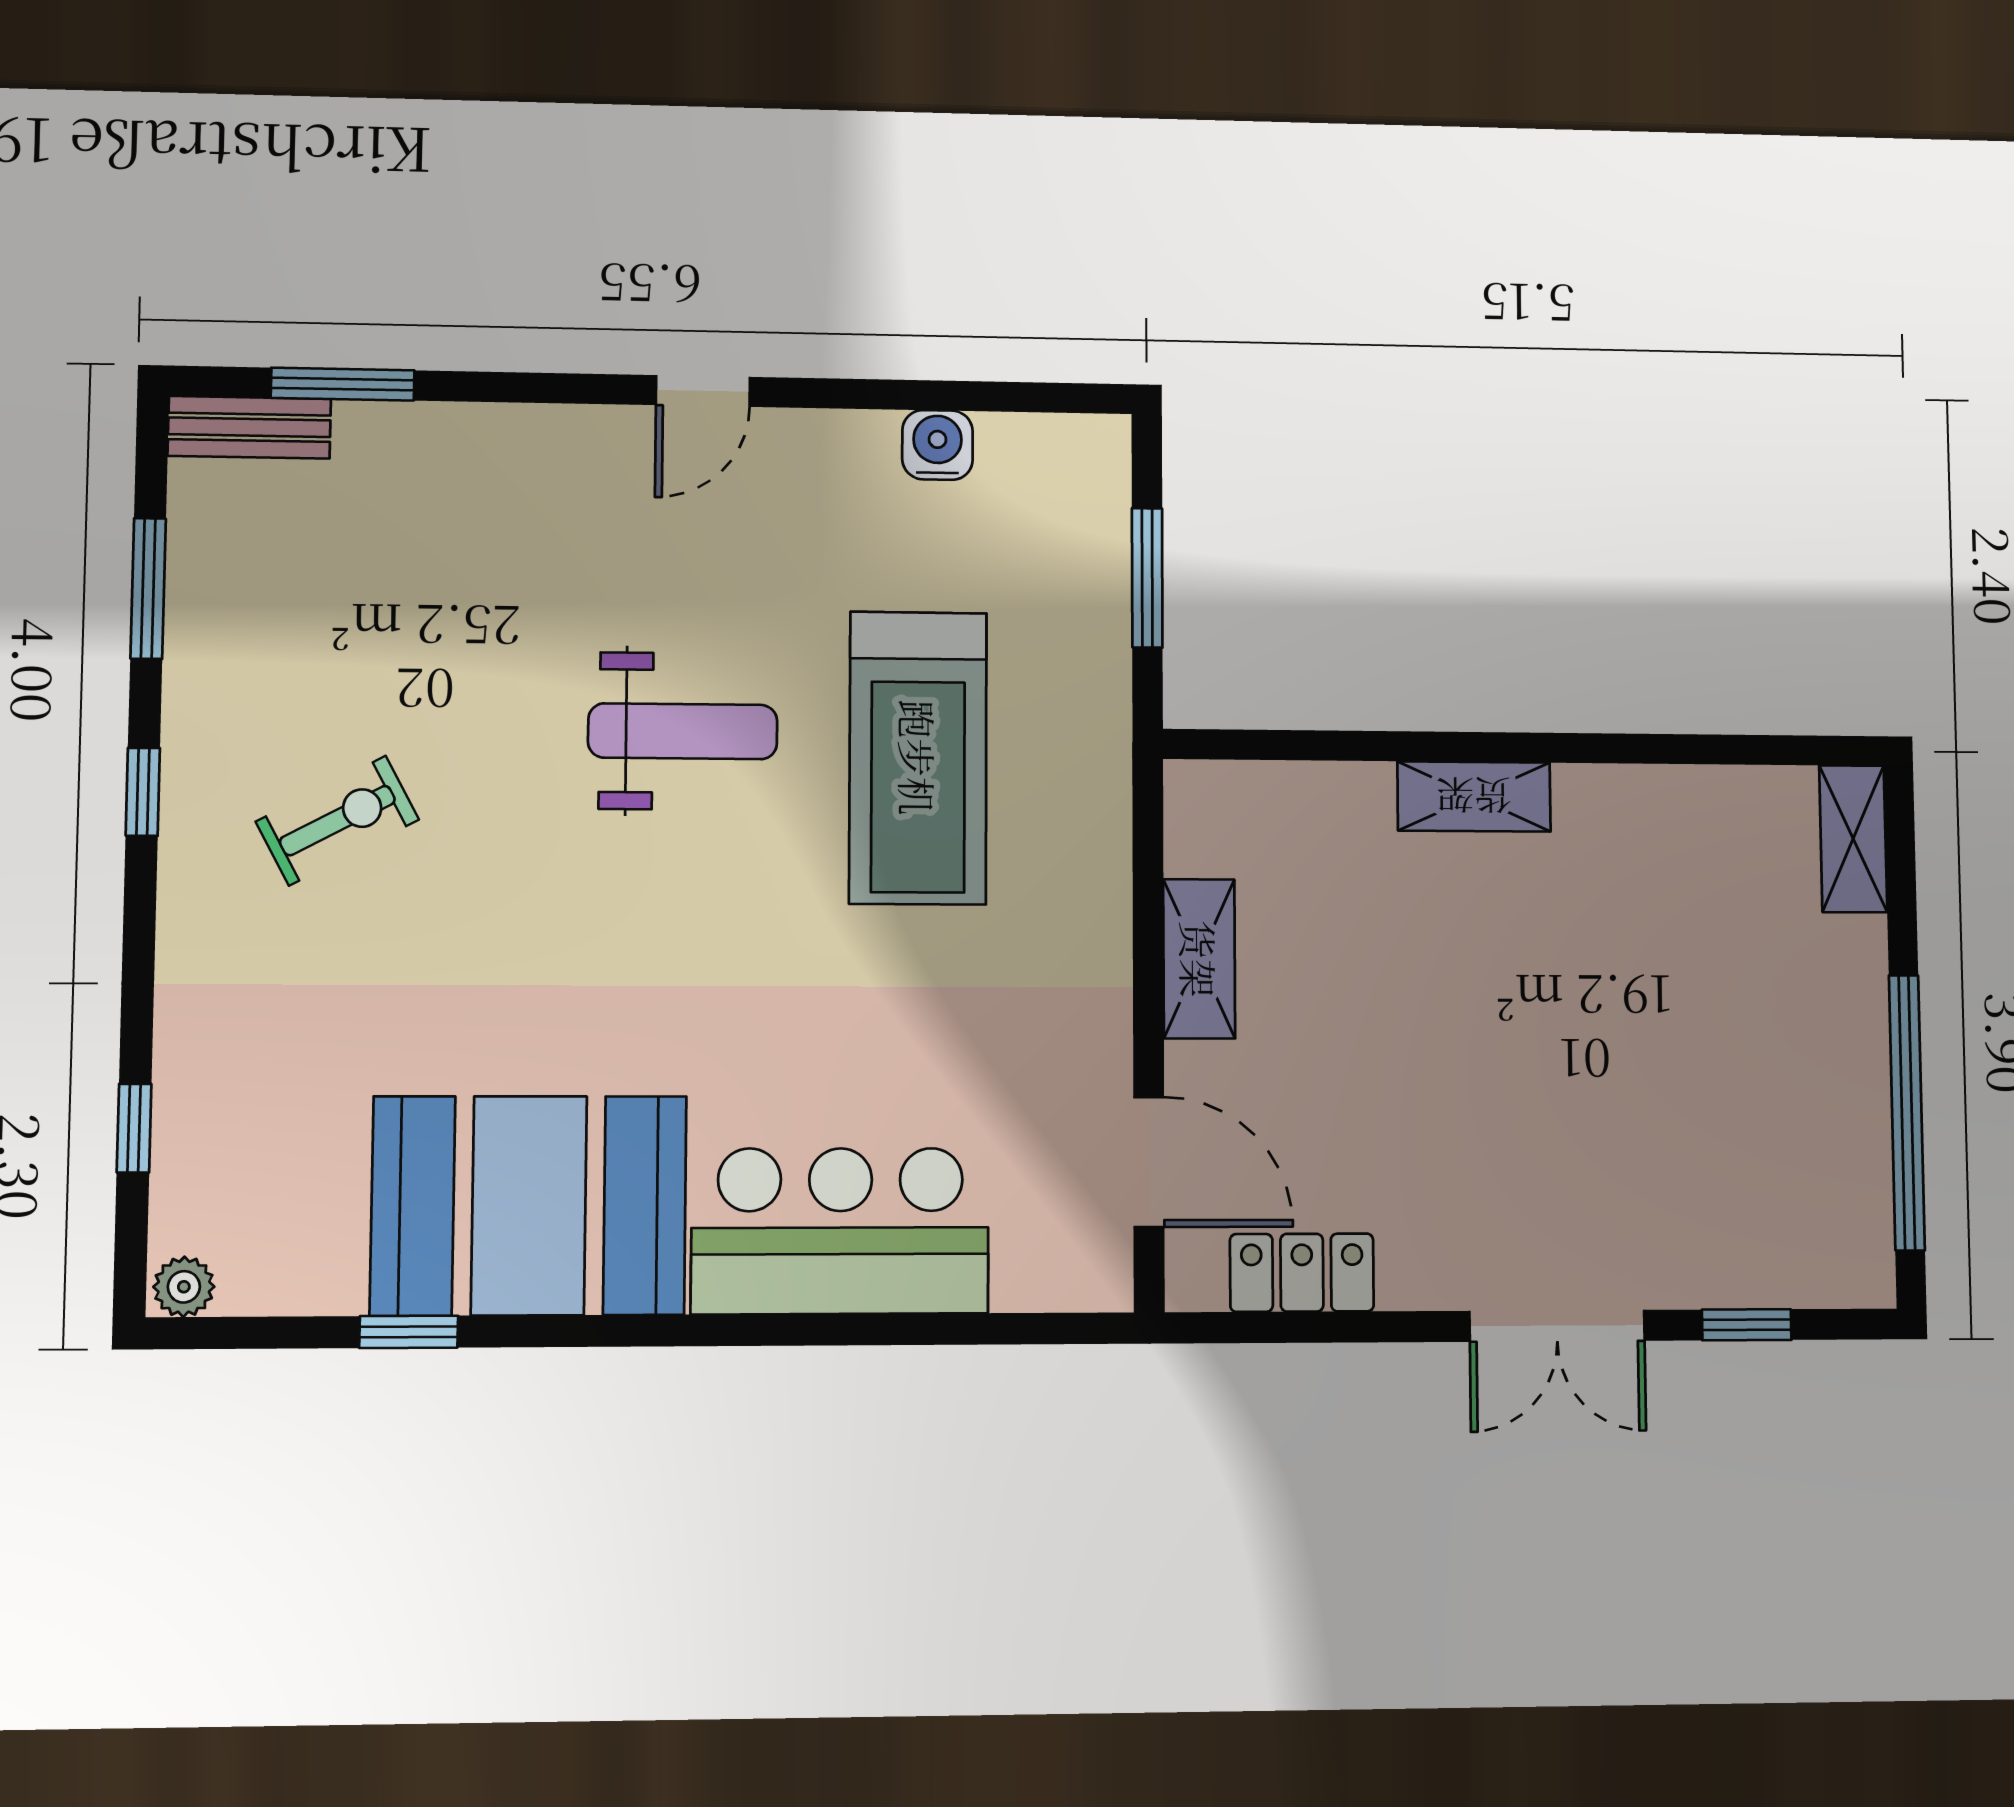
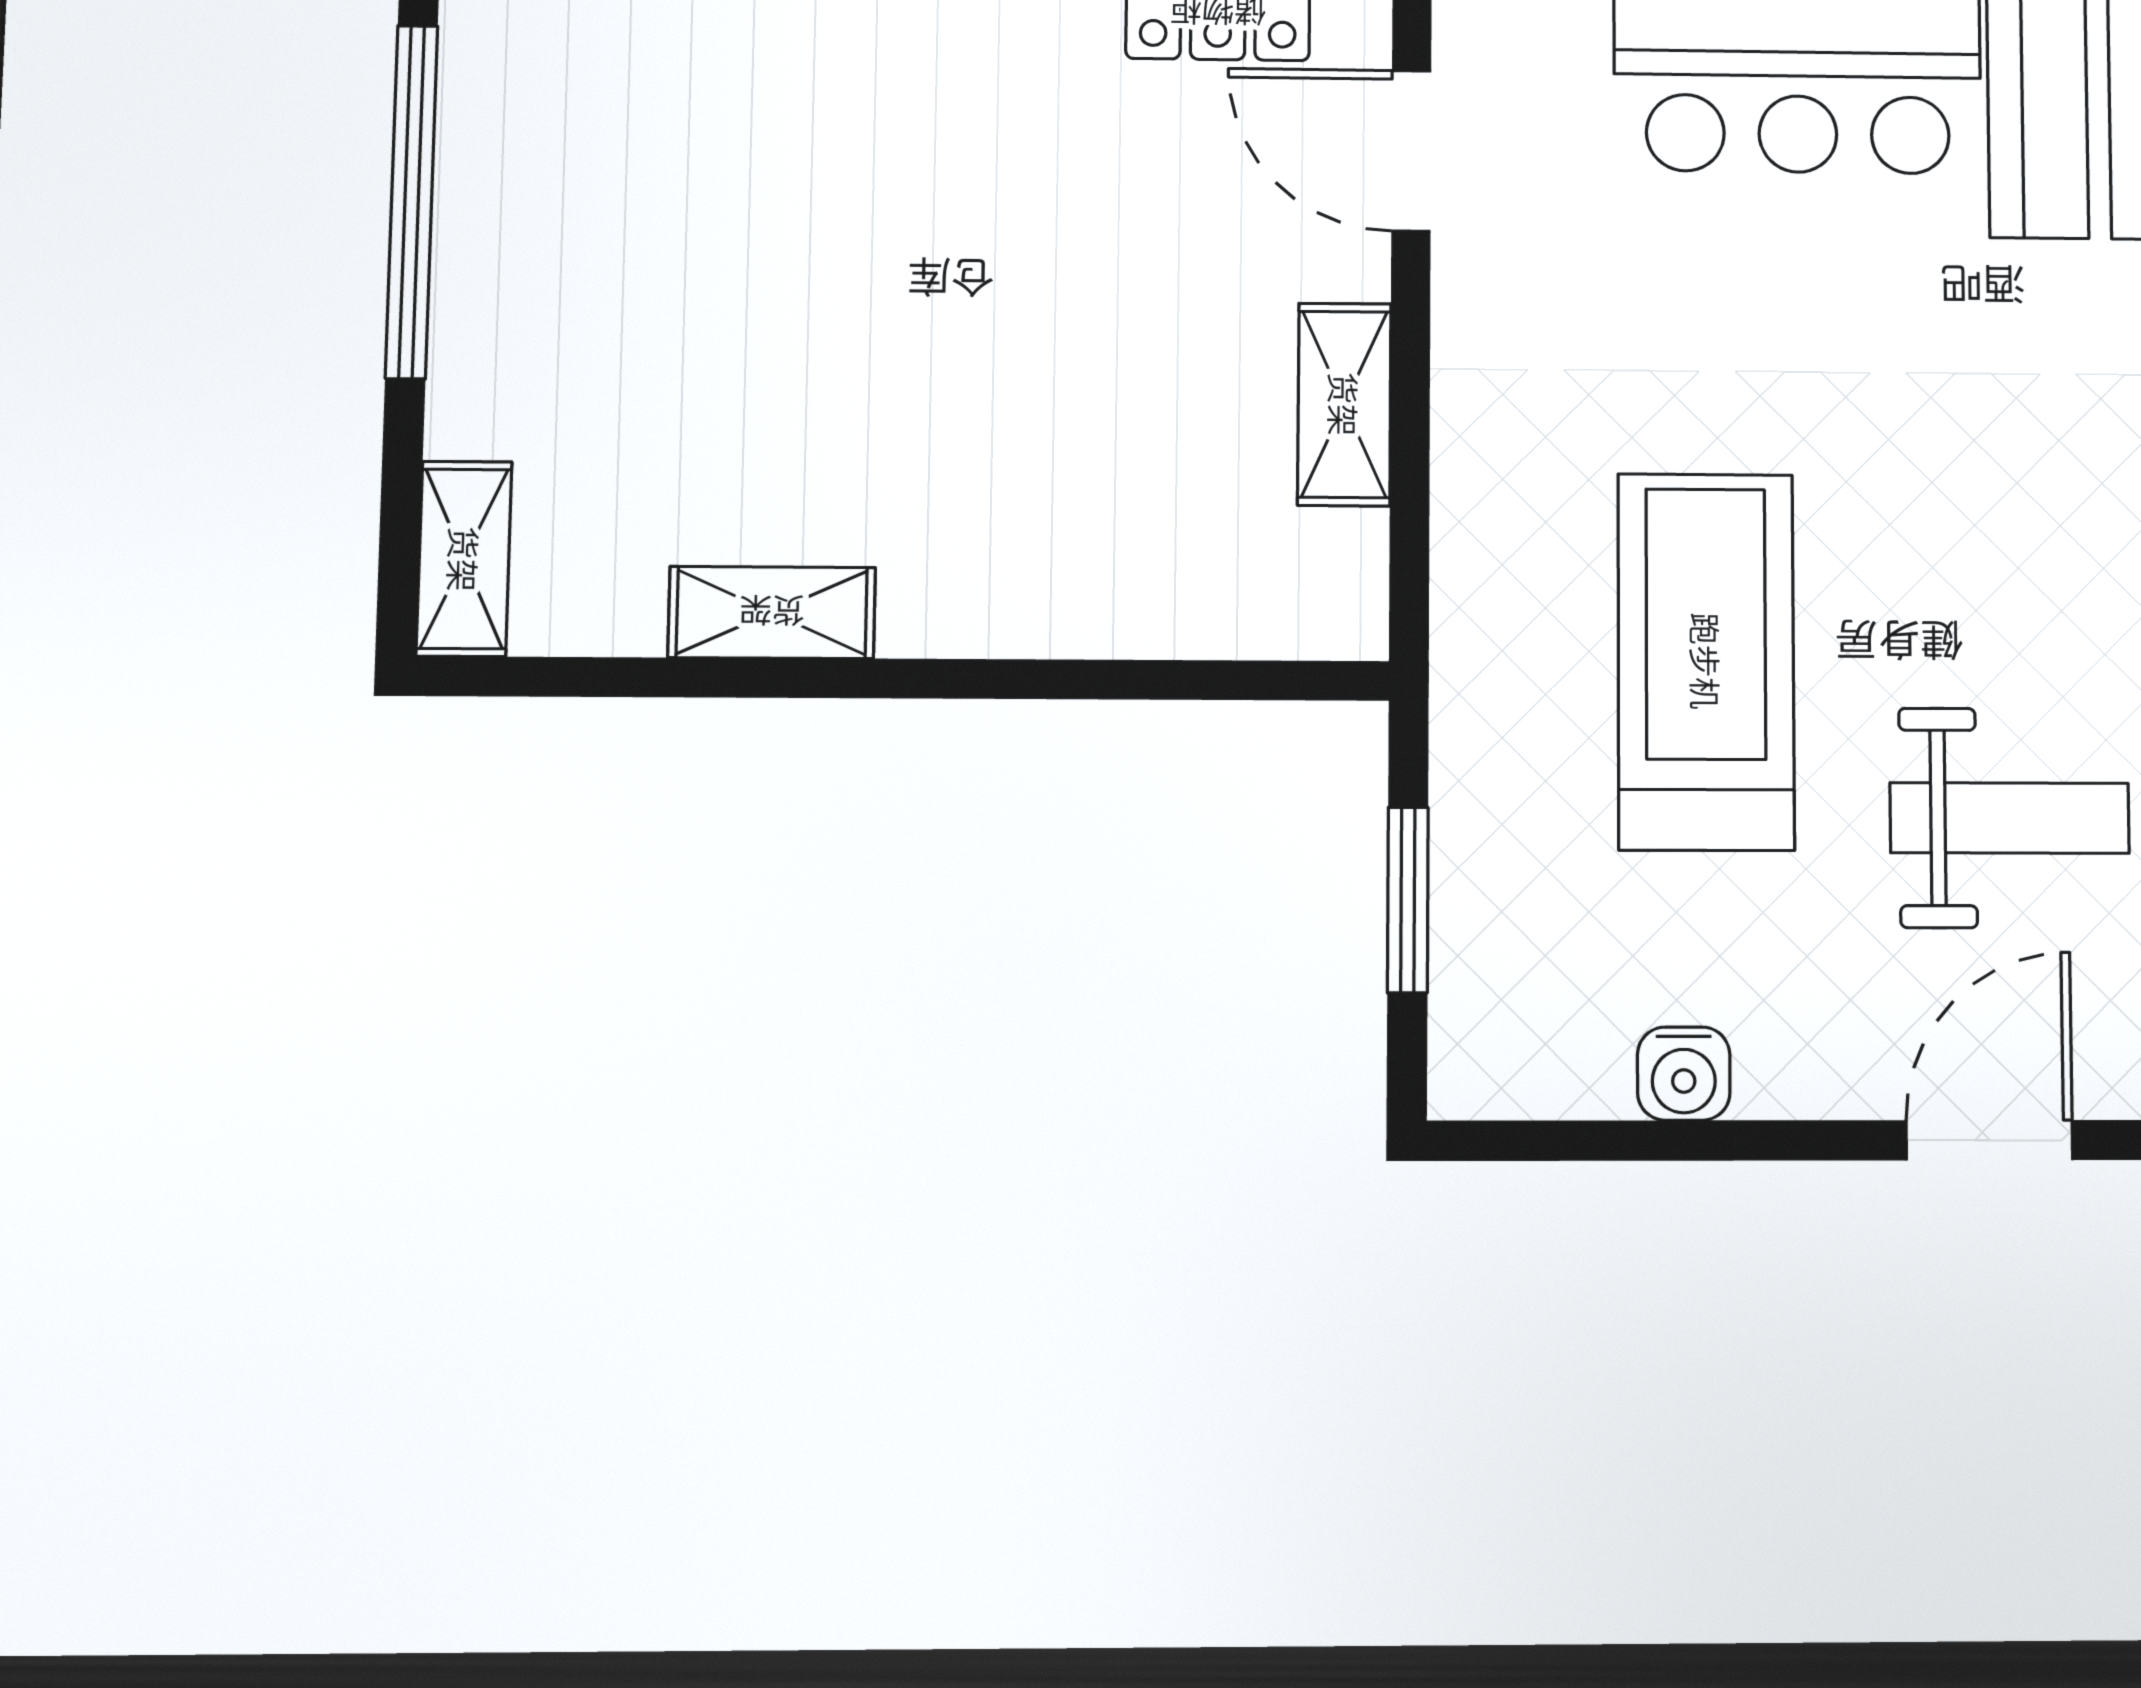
door: (703, 391) -> (1989, 1140), width x1.38
weight bench: (683, 731) -> (2010, 818), moved, turned 180
shelving: (1474, 797) -> (772, 612), moved

